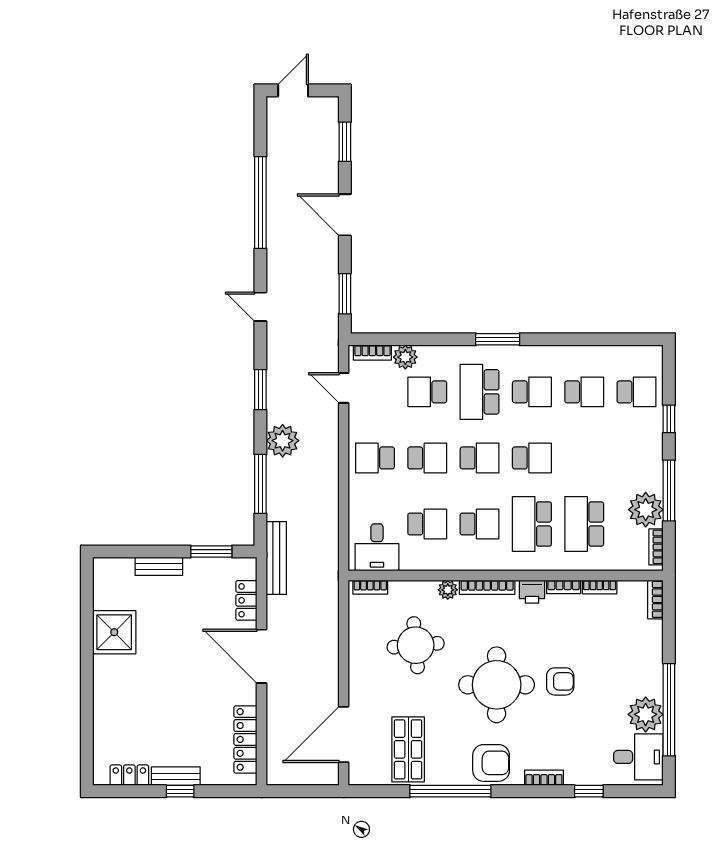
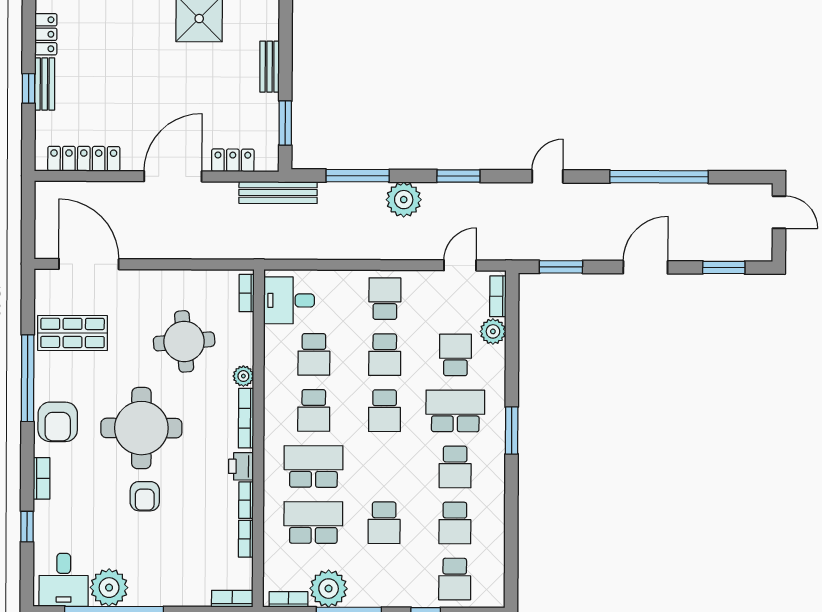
school desk: (532, 458) -> (384, 523), moved

